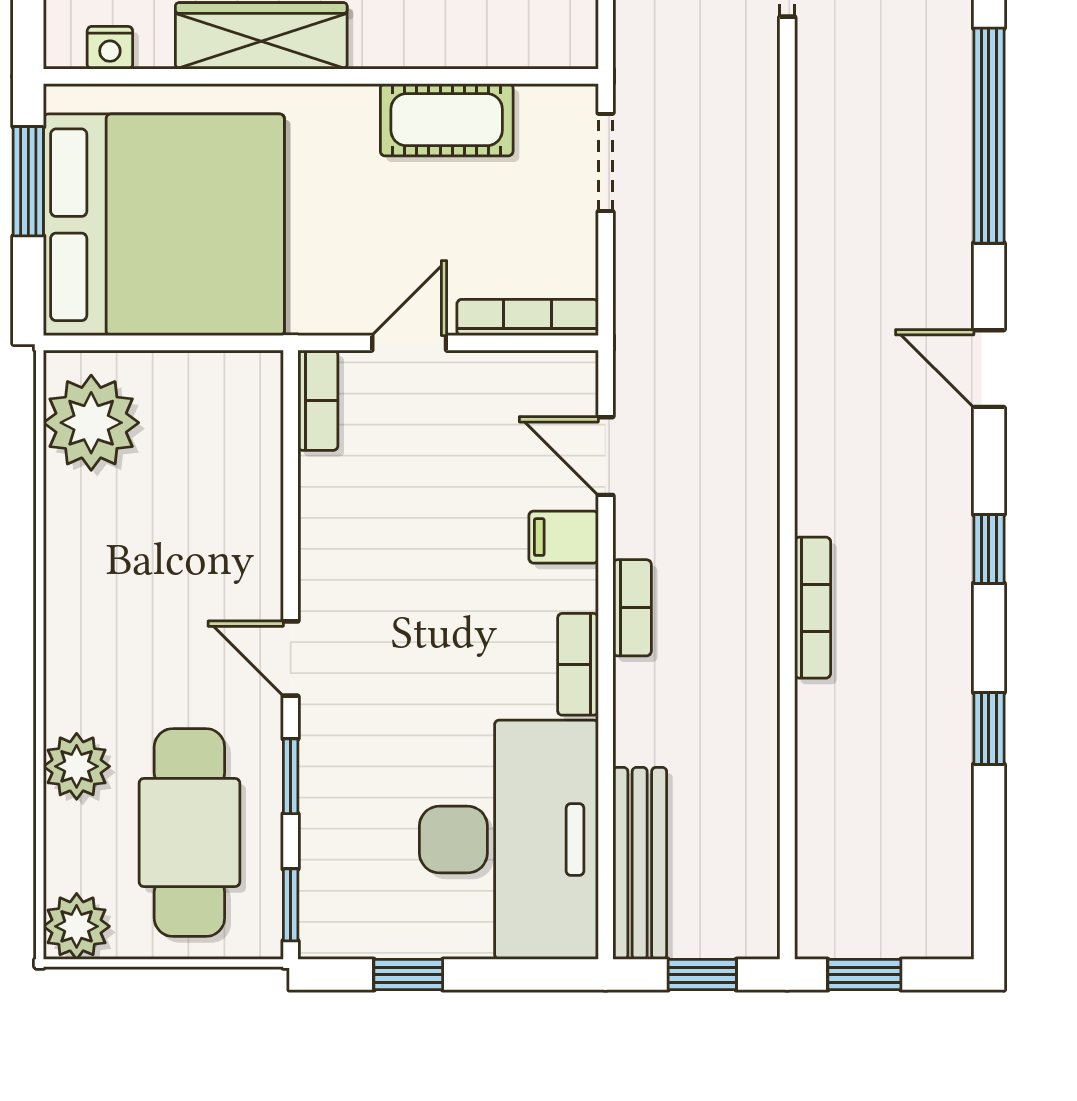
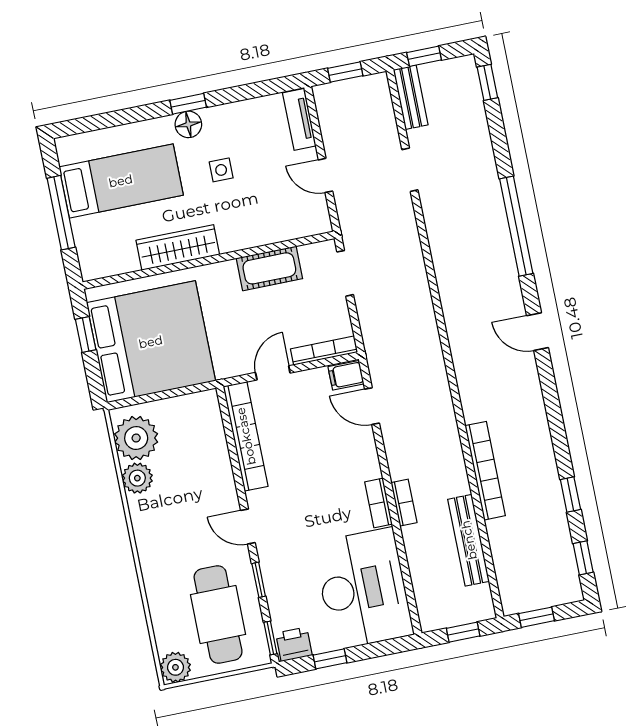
nightstand: (110, 48) -> (110, 267), removed
window: (28, 181) -> (86, 334), width x0.67
bookcase: (318, 400) -> (246, 436), width x2.31, depth x1.31
filing cabinet: (564, 537) -> (346, 375), moved
window: (989, 549) -> (583, 558), moved
bookcase: (632, 608) -> (404, 503), moved
bookcase: (813, 608) -> (485, 471), width x1.48, depth x1.31
plant: (77, 766) -> (137, 478), moved
bench: (640, 863) -> (469, 540), moved
printer: (338, 928) -> (294, 644), added

